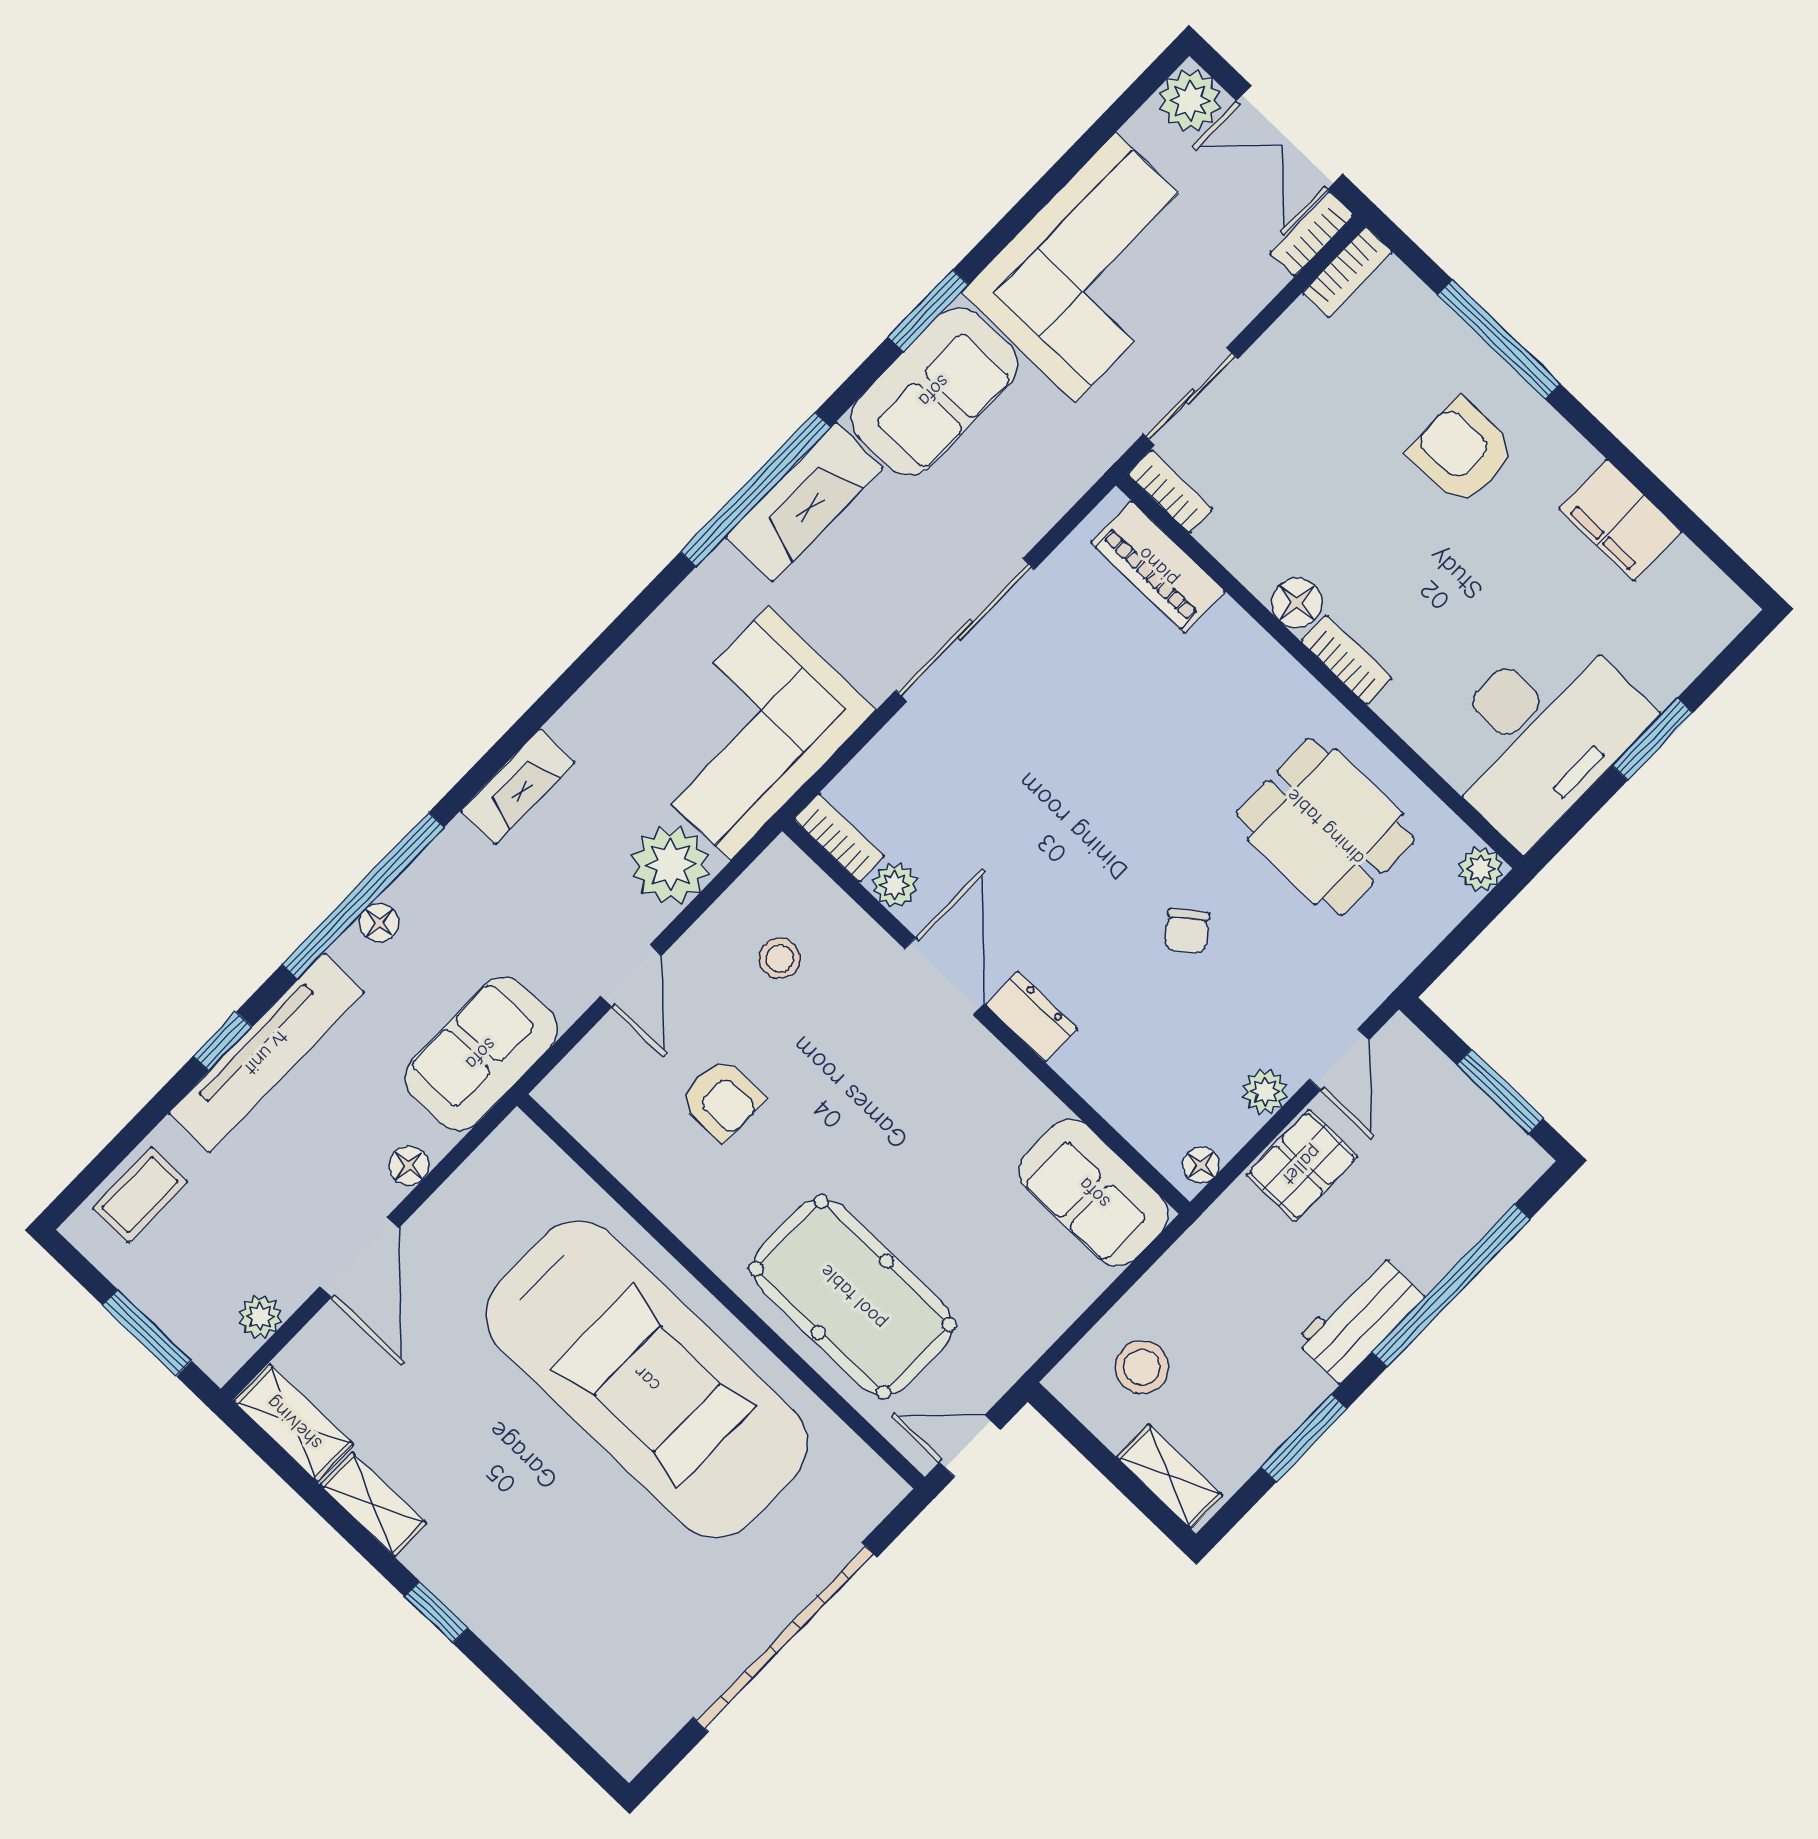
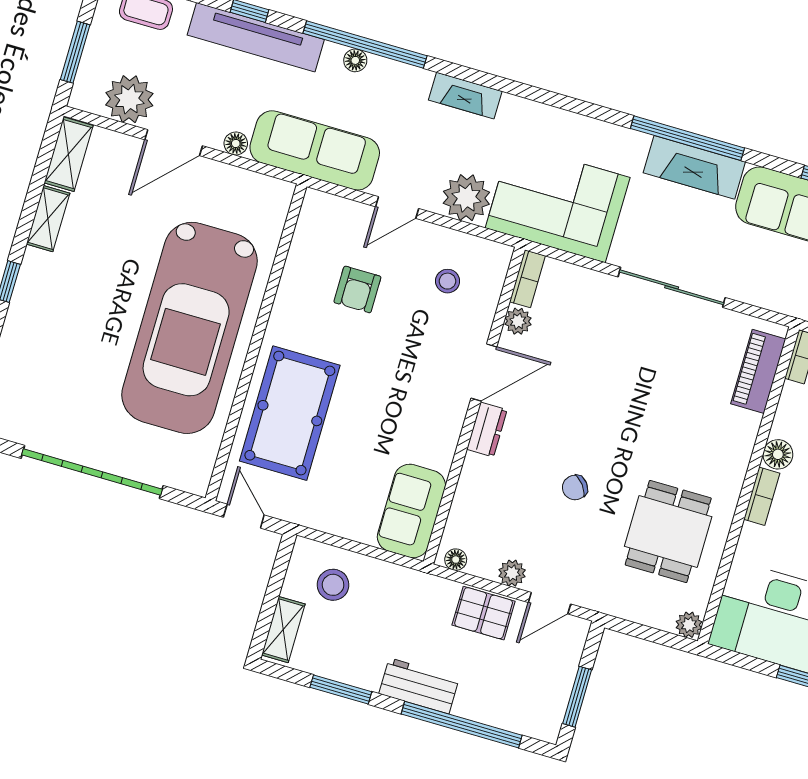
sofa: (481, 1054) -> (315, 150), width x1.36
plant: (260, 1317) -> (129, 99), width x1.88, depth x1.88

